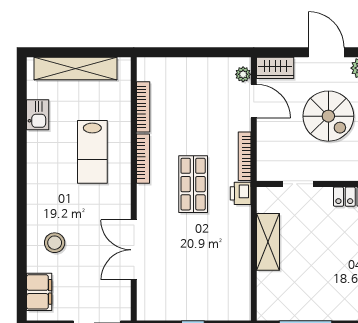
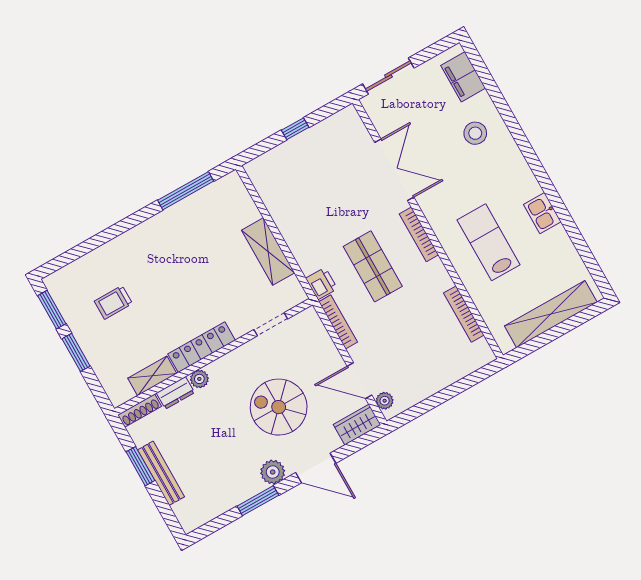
kitchen sink: (38, 115) -> (542, 213), moved
bookcase: (143, 159) -> (419, 234), moved

